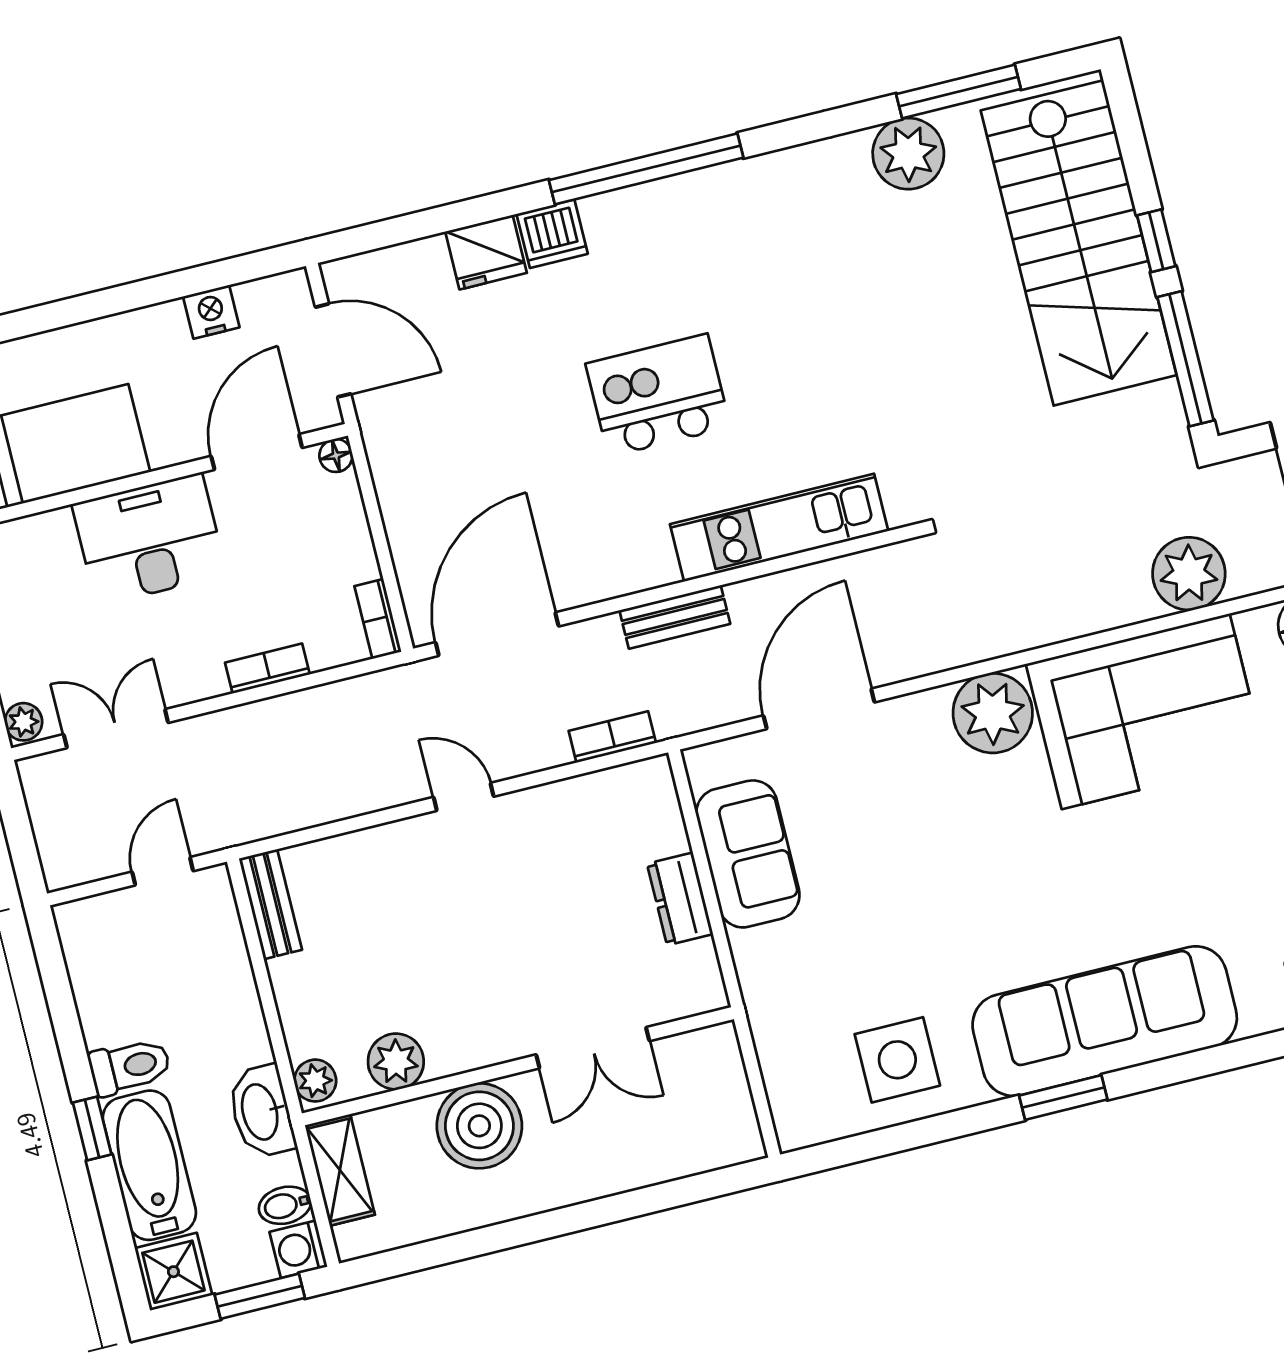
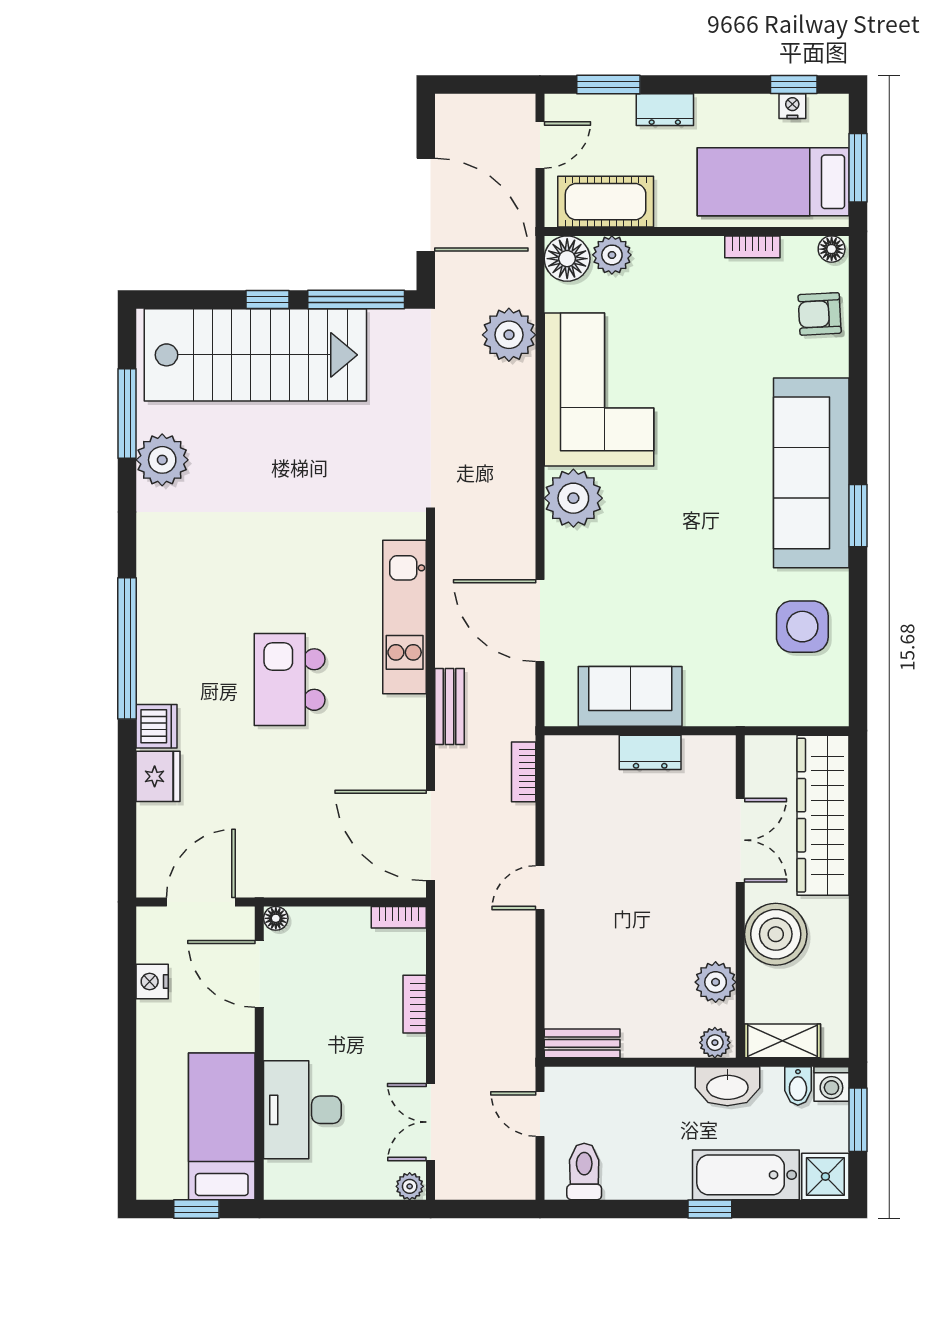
desk: (149, 539) -> (302, 1110), moved
toilet: (130, 1067) -> (584, 1172), moved
wardrobe: (653, 1149) -> (823, 815), added

